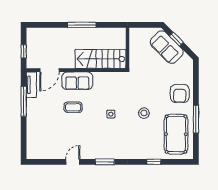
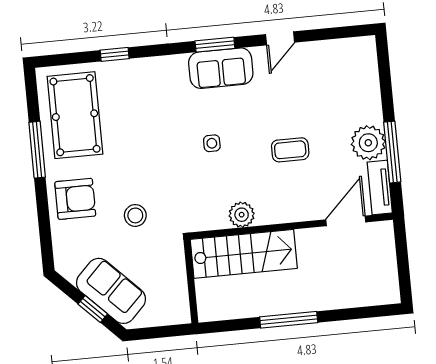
window: (24, 51) -> (402, 254), removed
plant: (100, 78) -> (242, 215), added
sofa: (77, 81) -> (221, 68), moved, turned 180
armchair: (180, 94) -> (75, 199), turned 90
plant: (35, 107) -> (368, 143), added
stool: (144, 113) -> (135, 215), moved

